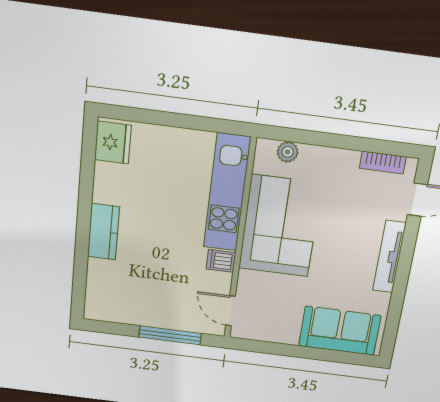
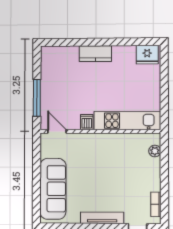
corner sofa: (280, 226) -> (112, 153), removed
door: (231, 311) -> (57, 131), hinge flipped
sofa: (340, 331) -> (53, 189), width x1.36

